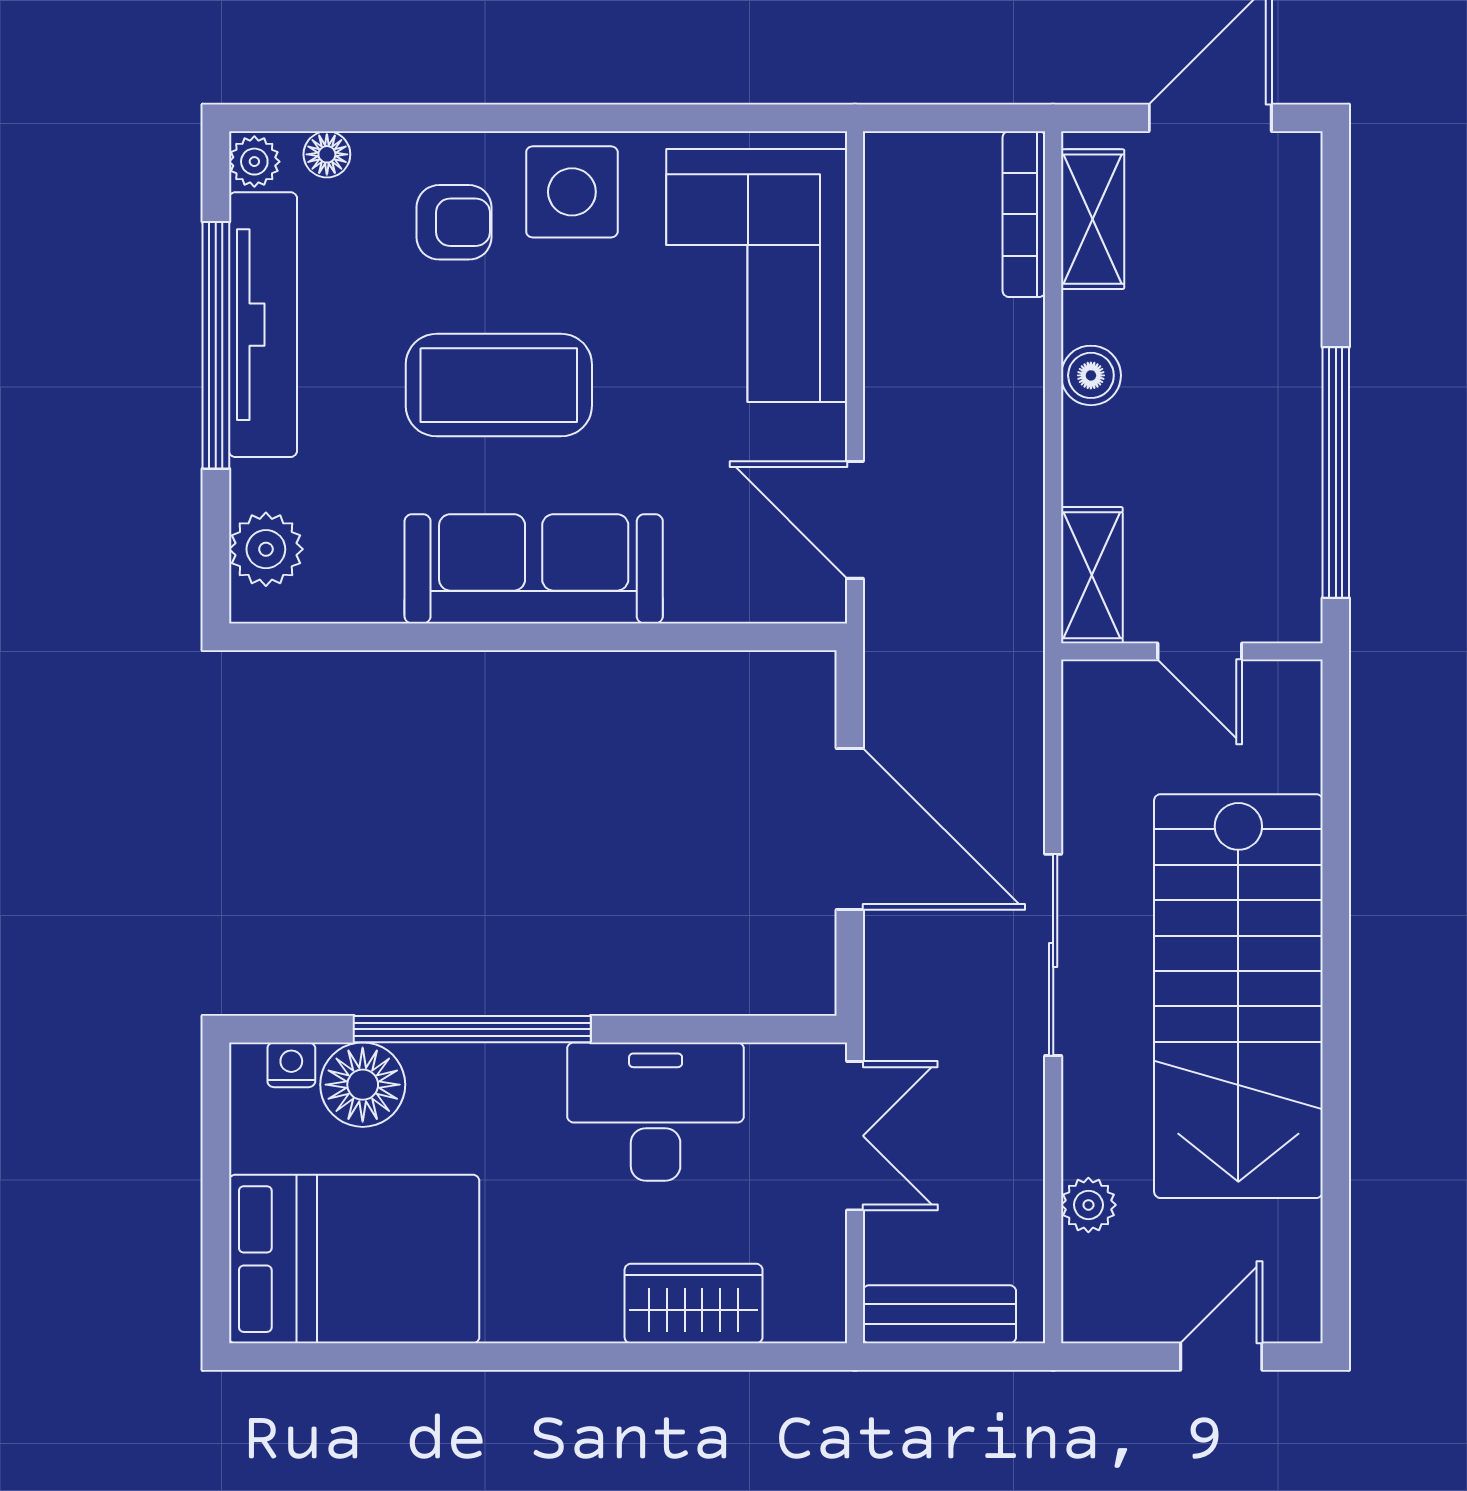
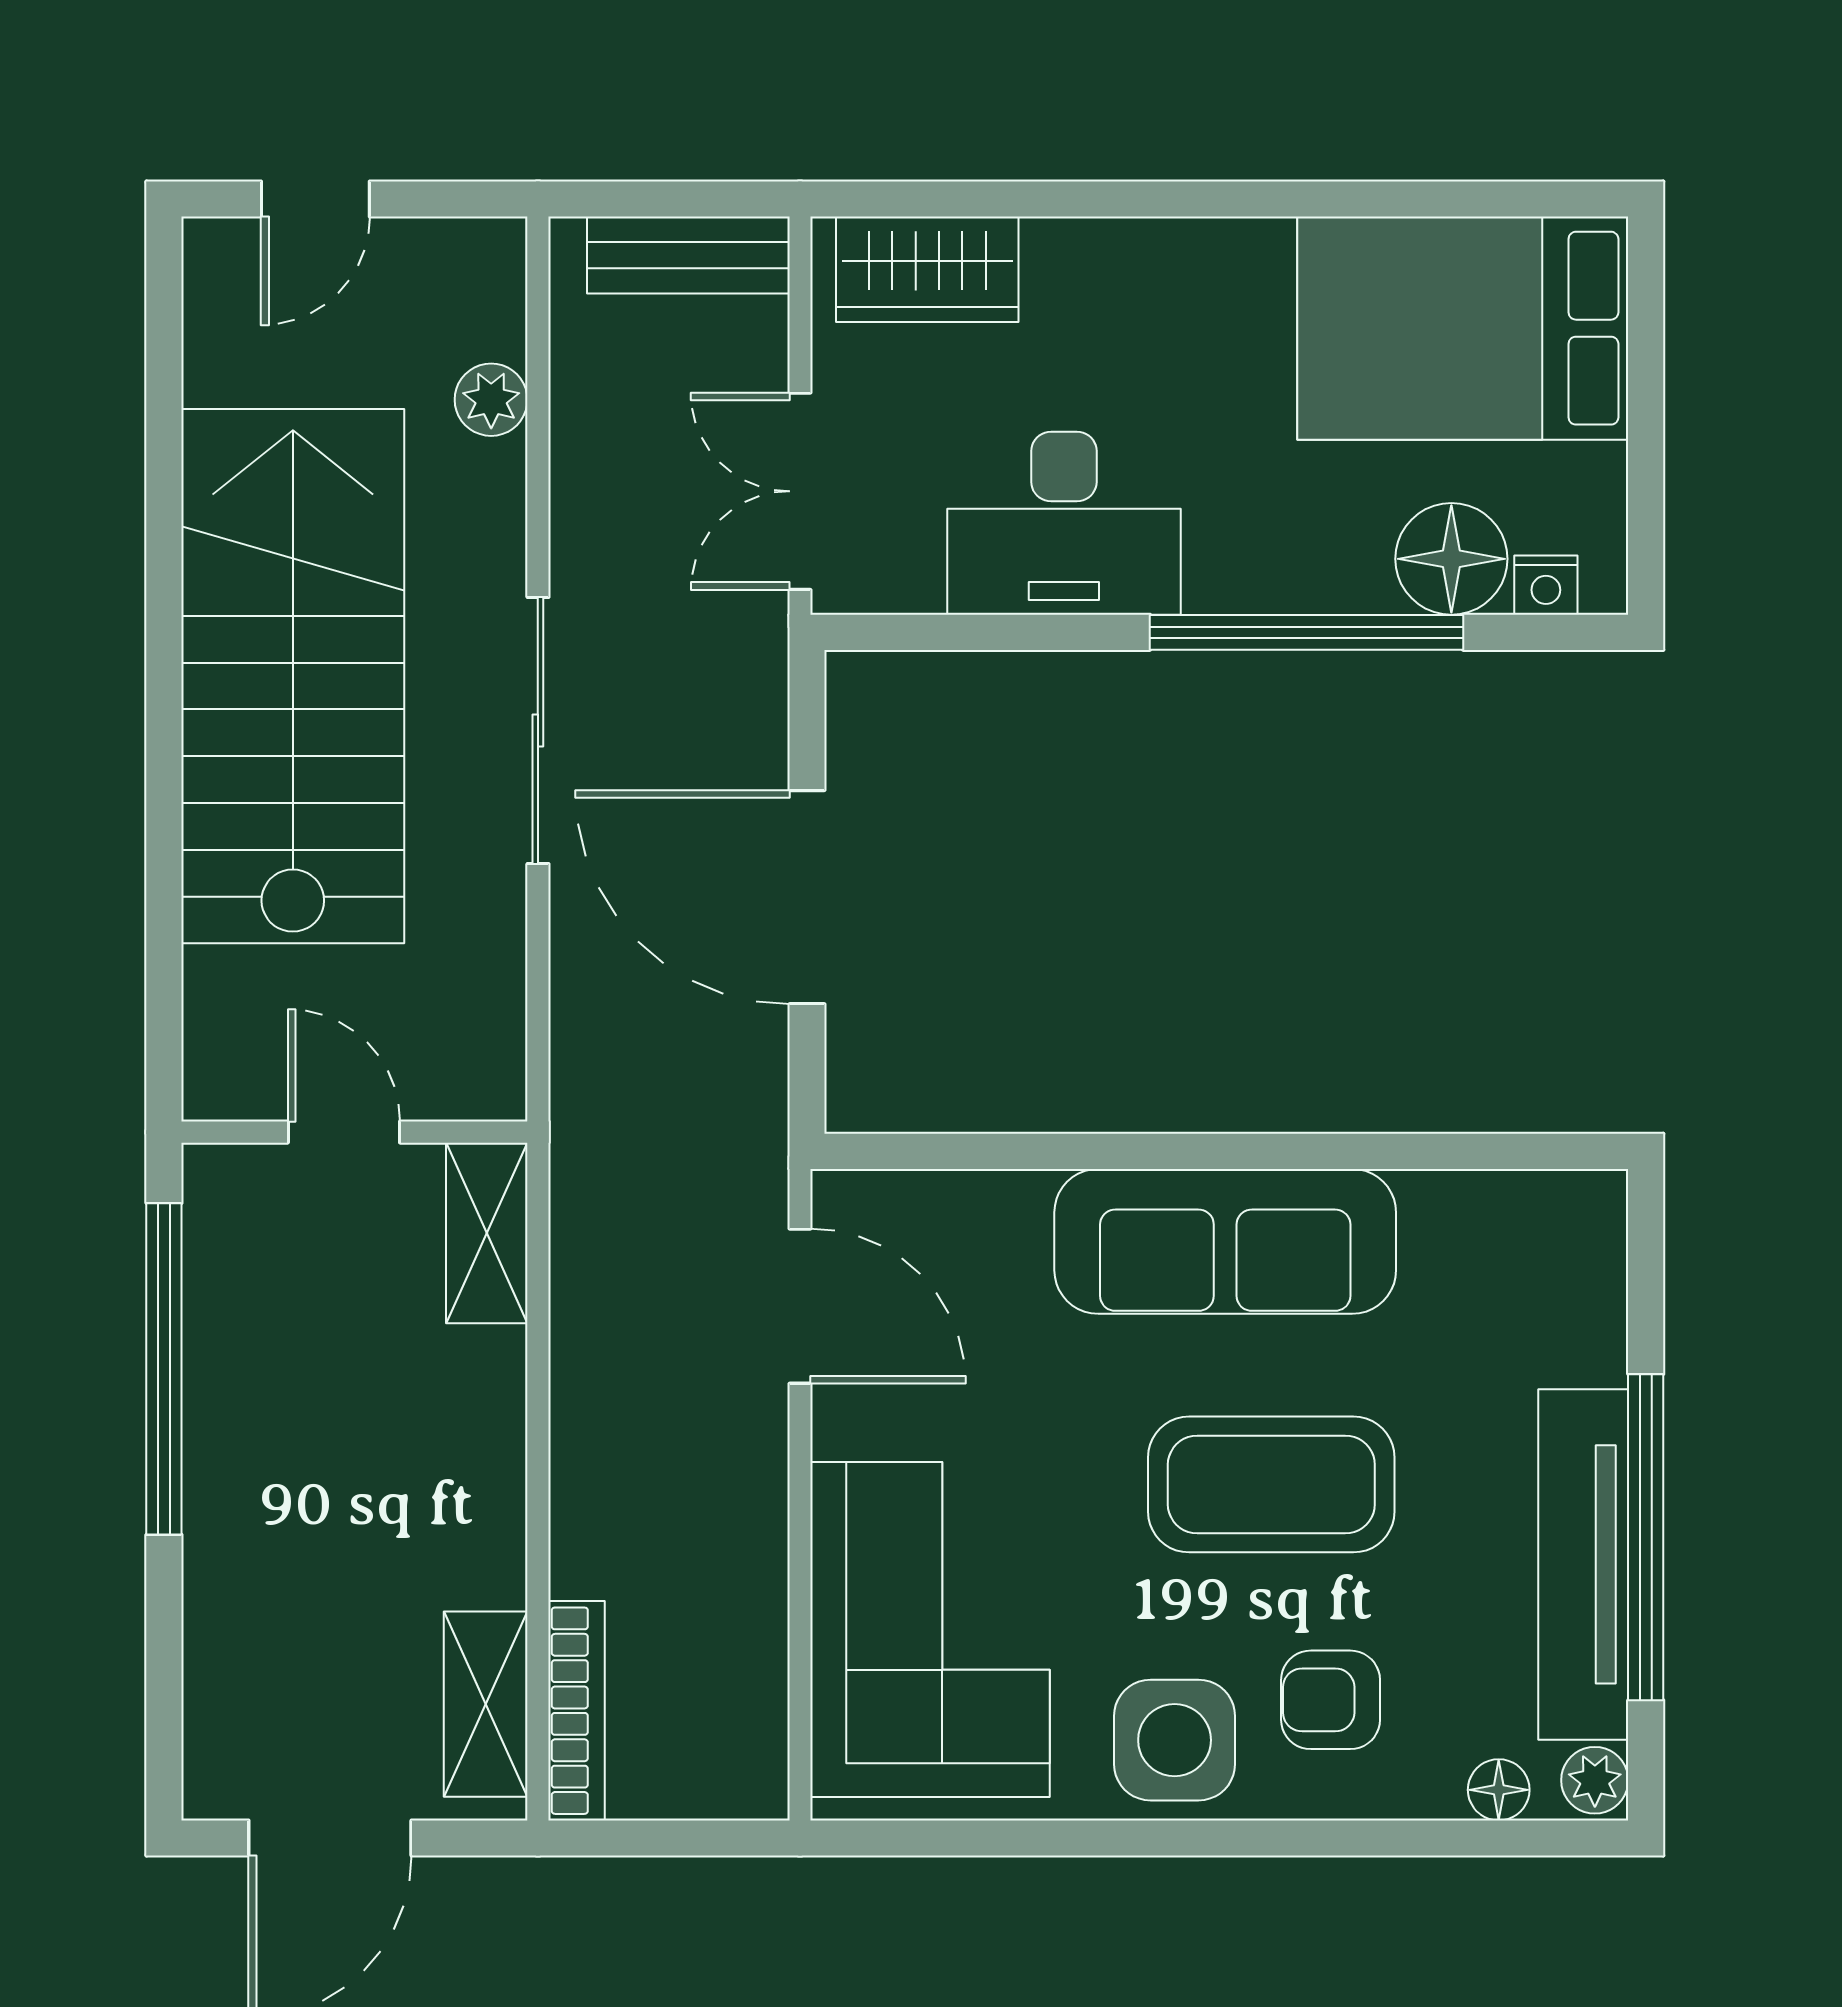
boiler: (1091, 375) -> (488, 1497), removed
plant: (266, 549) -> (1579, 1267), removed
wardrobe: (694, 1304) -> (927, 269), moved

